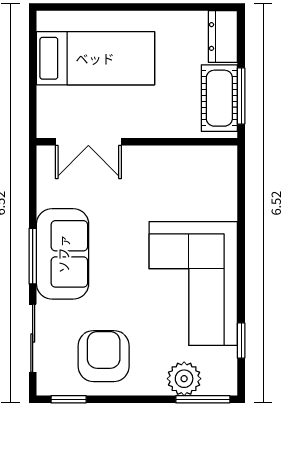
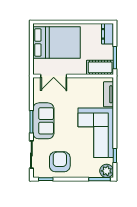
bed: (95, 58) -> (57, 43), width x1.50
cot: (219, 98) -> (100, 67), moved, turned 90
tv unit: (225, 188) -> (109, 94), added
plant: (184, 379) -> (107, 171), moved

